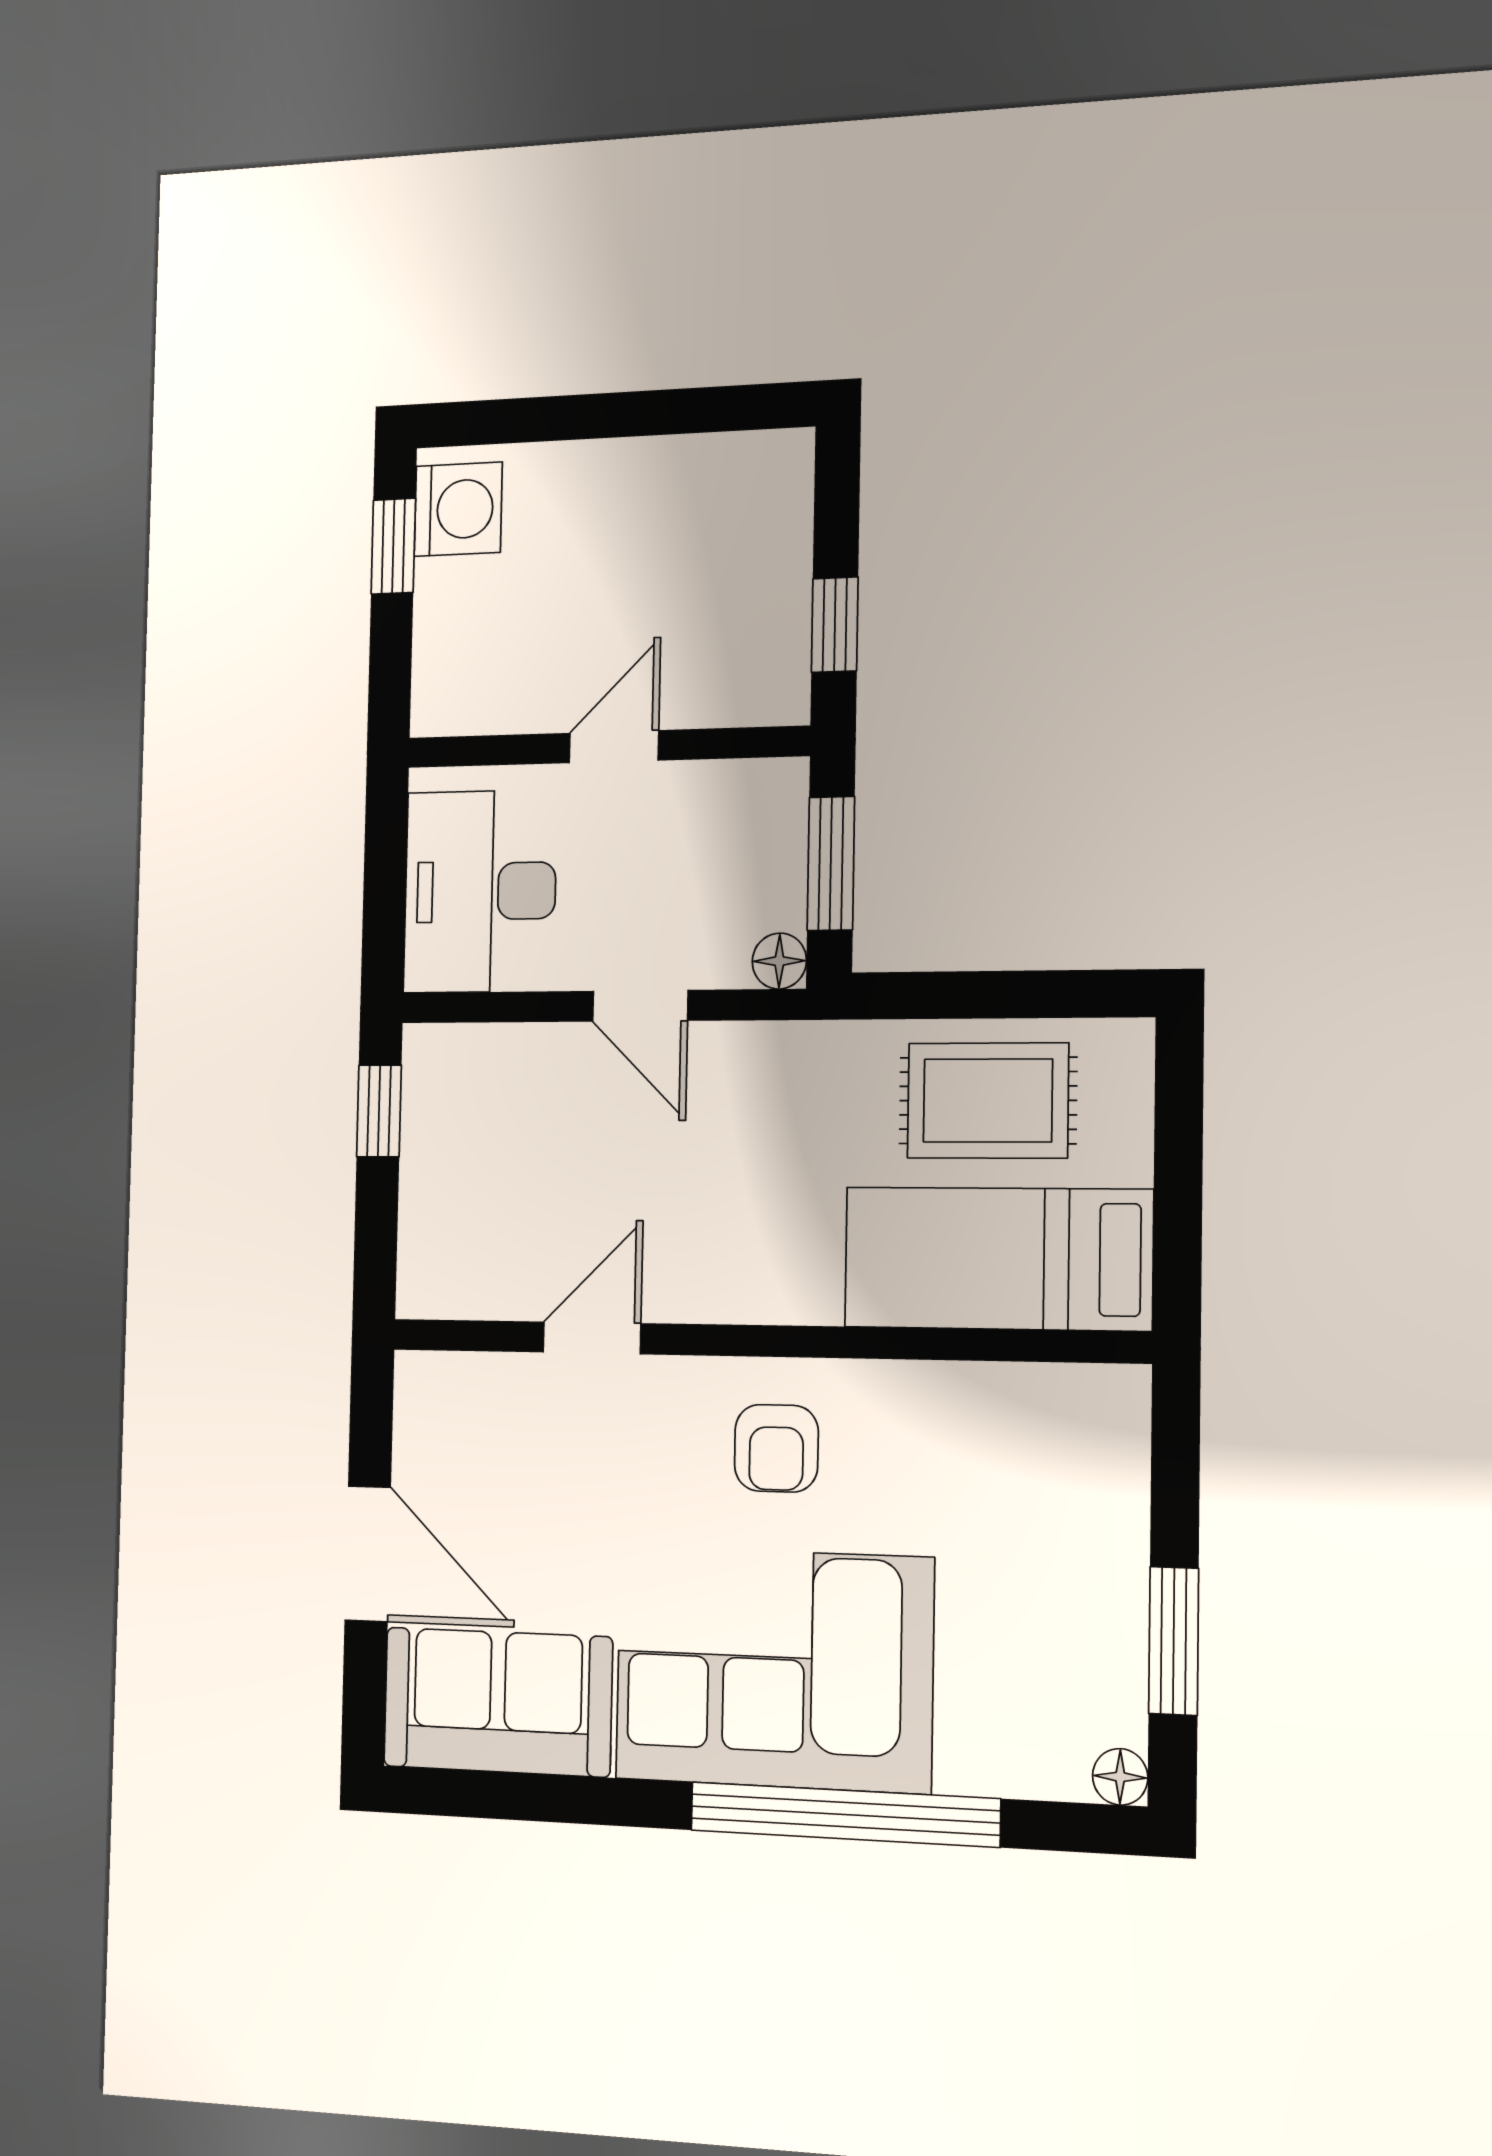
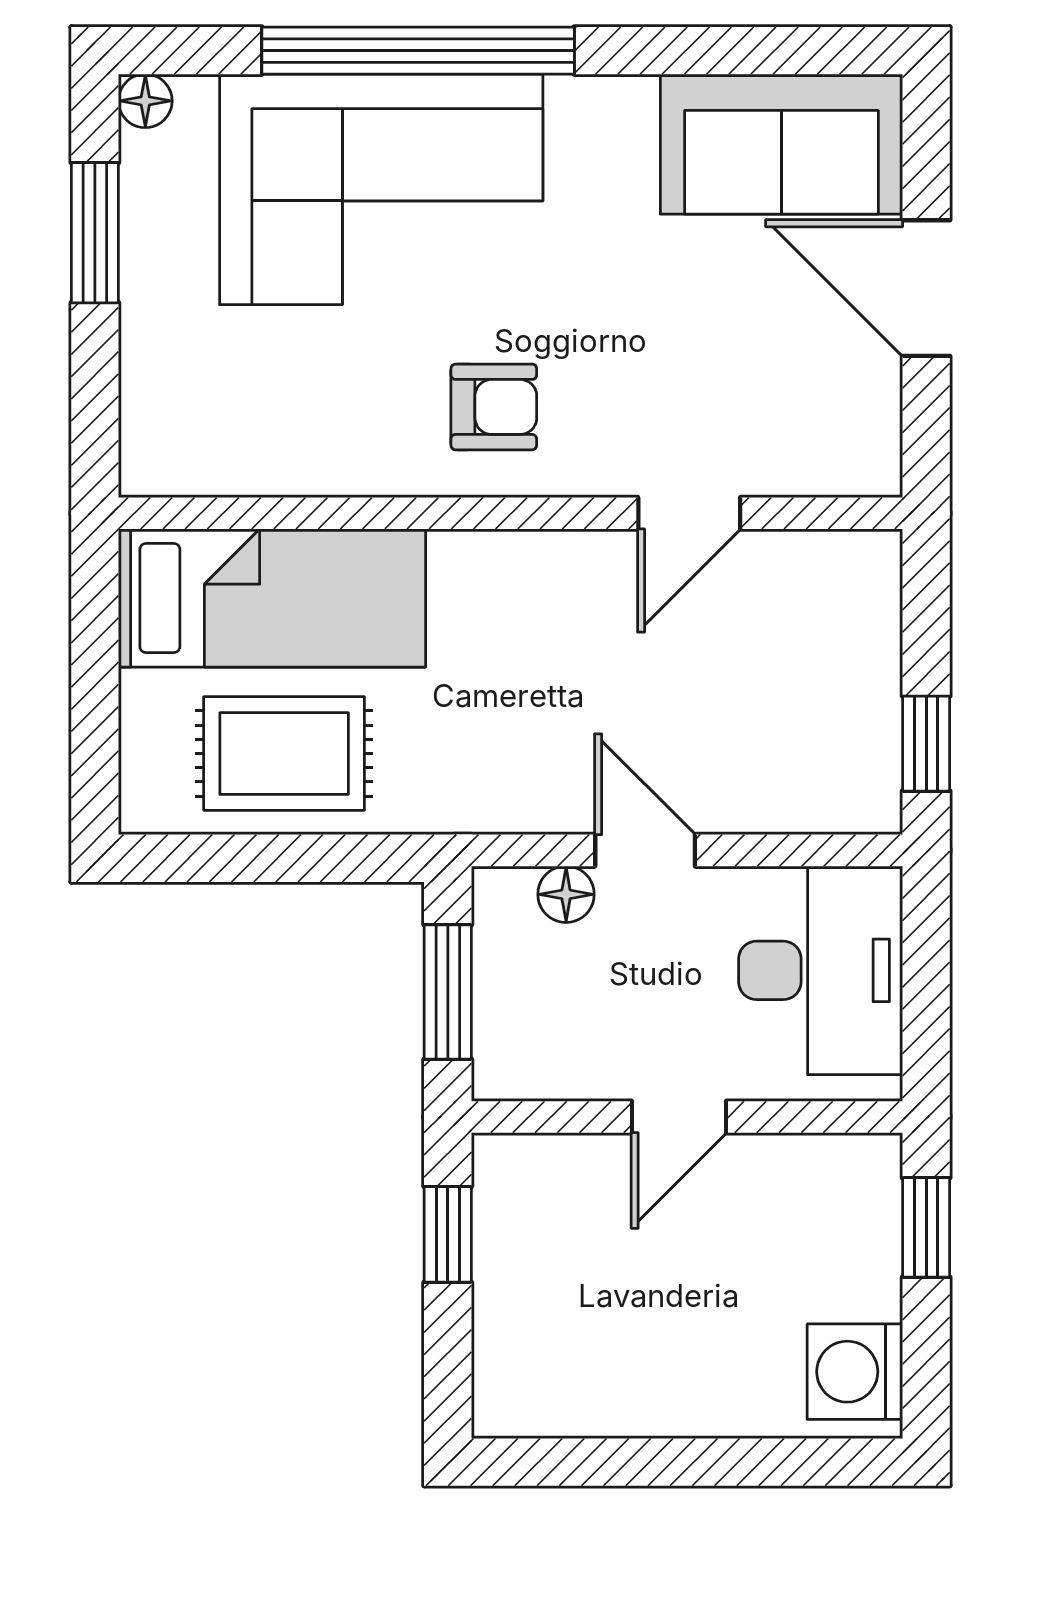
window: (393, 546) -> (926, 1227), moved
floor lamp: (779, 961) -> (566, 894), moved
armchair: (776, 1448) -> (494, 407), turned 90
corner sofa: (774, 1669) -> (381, 189), moved

